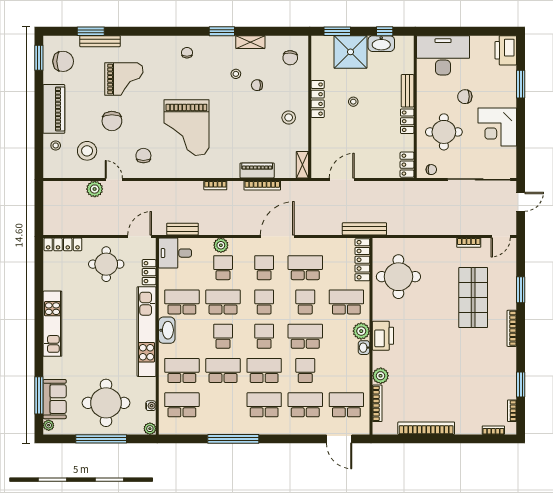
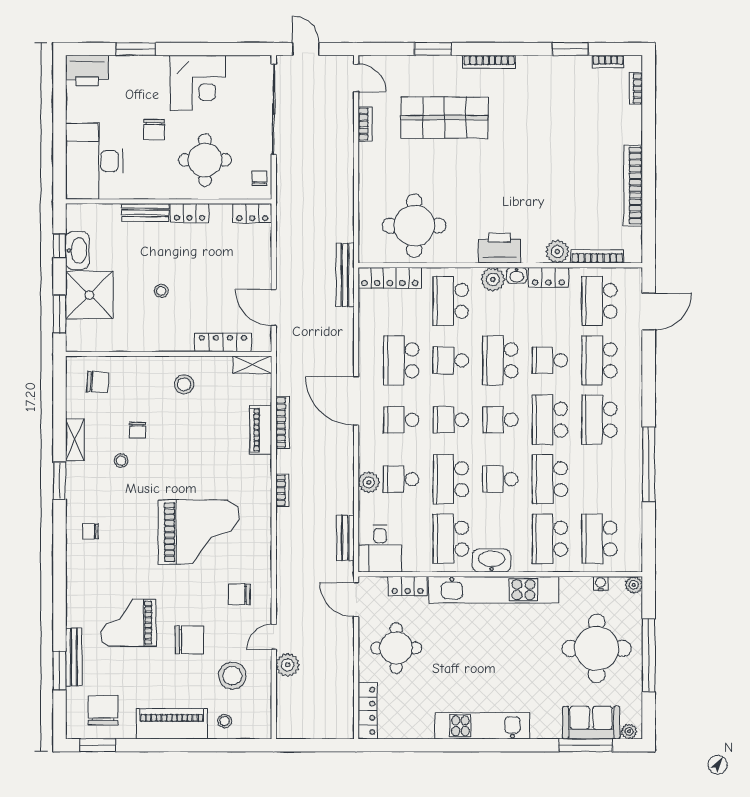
grand piano: (124, 79) -> (128, 623), turned -90
locker: (318, 99) -> (223, 342), moved
locker: (363, 370) -> (548, 277), added

